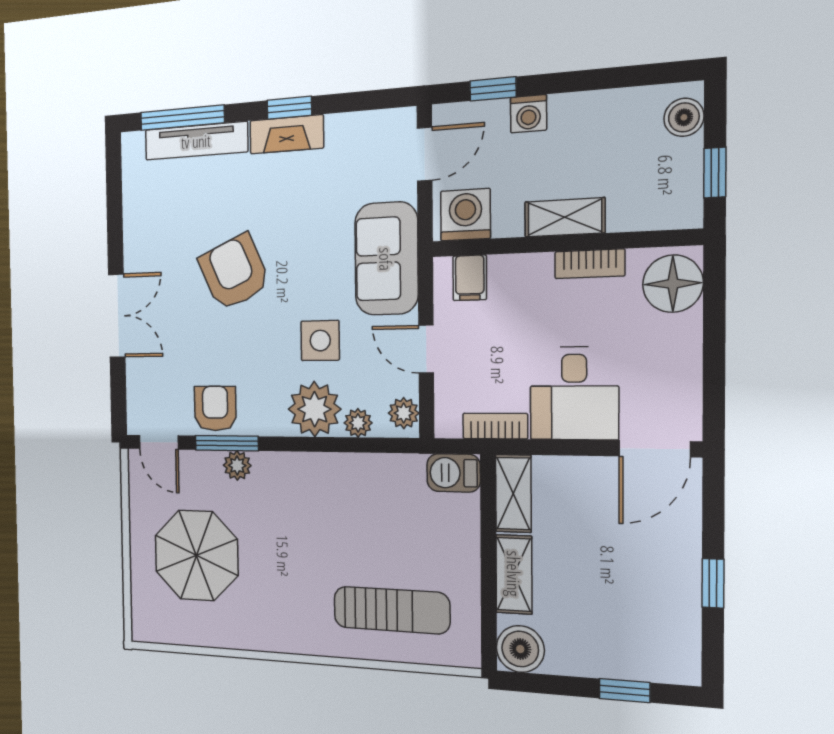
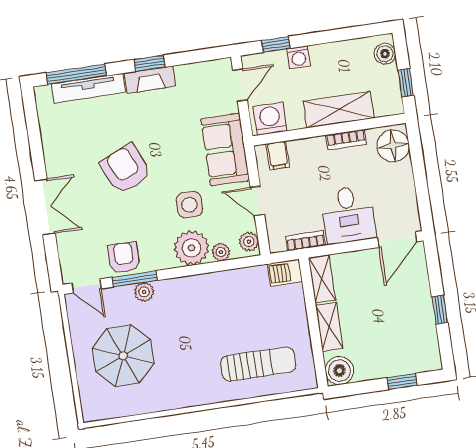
shelving: (565, 217) -> (339, 110), width x1.50, depth x1.33

